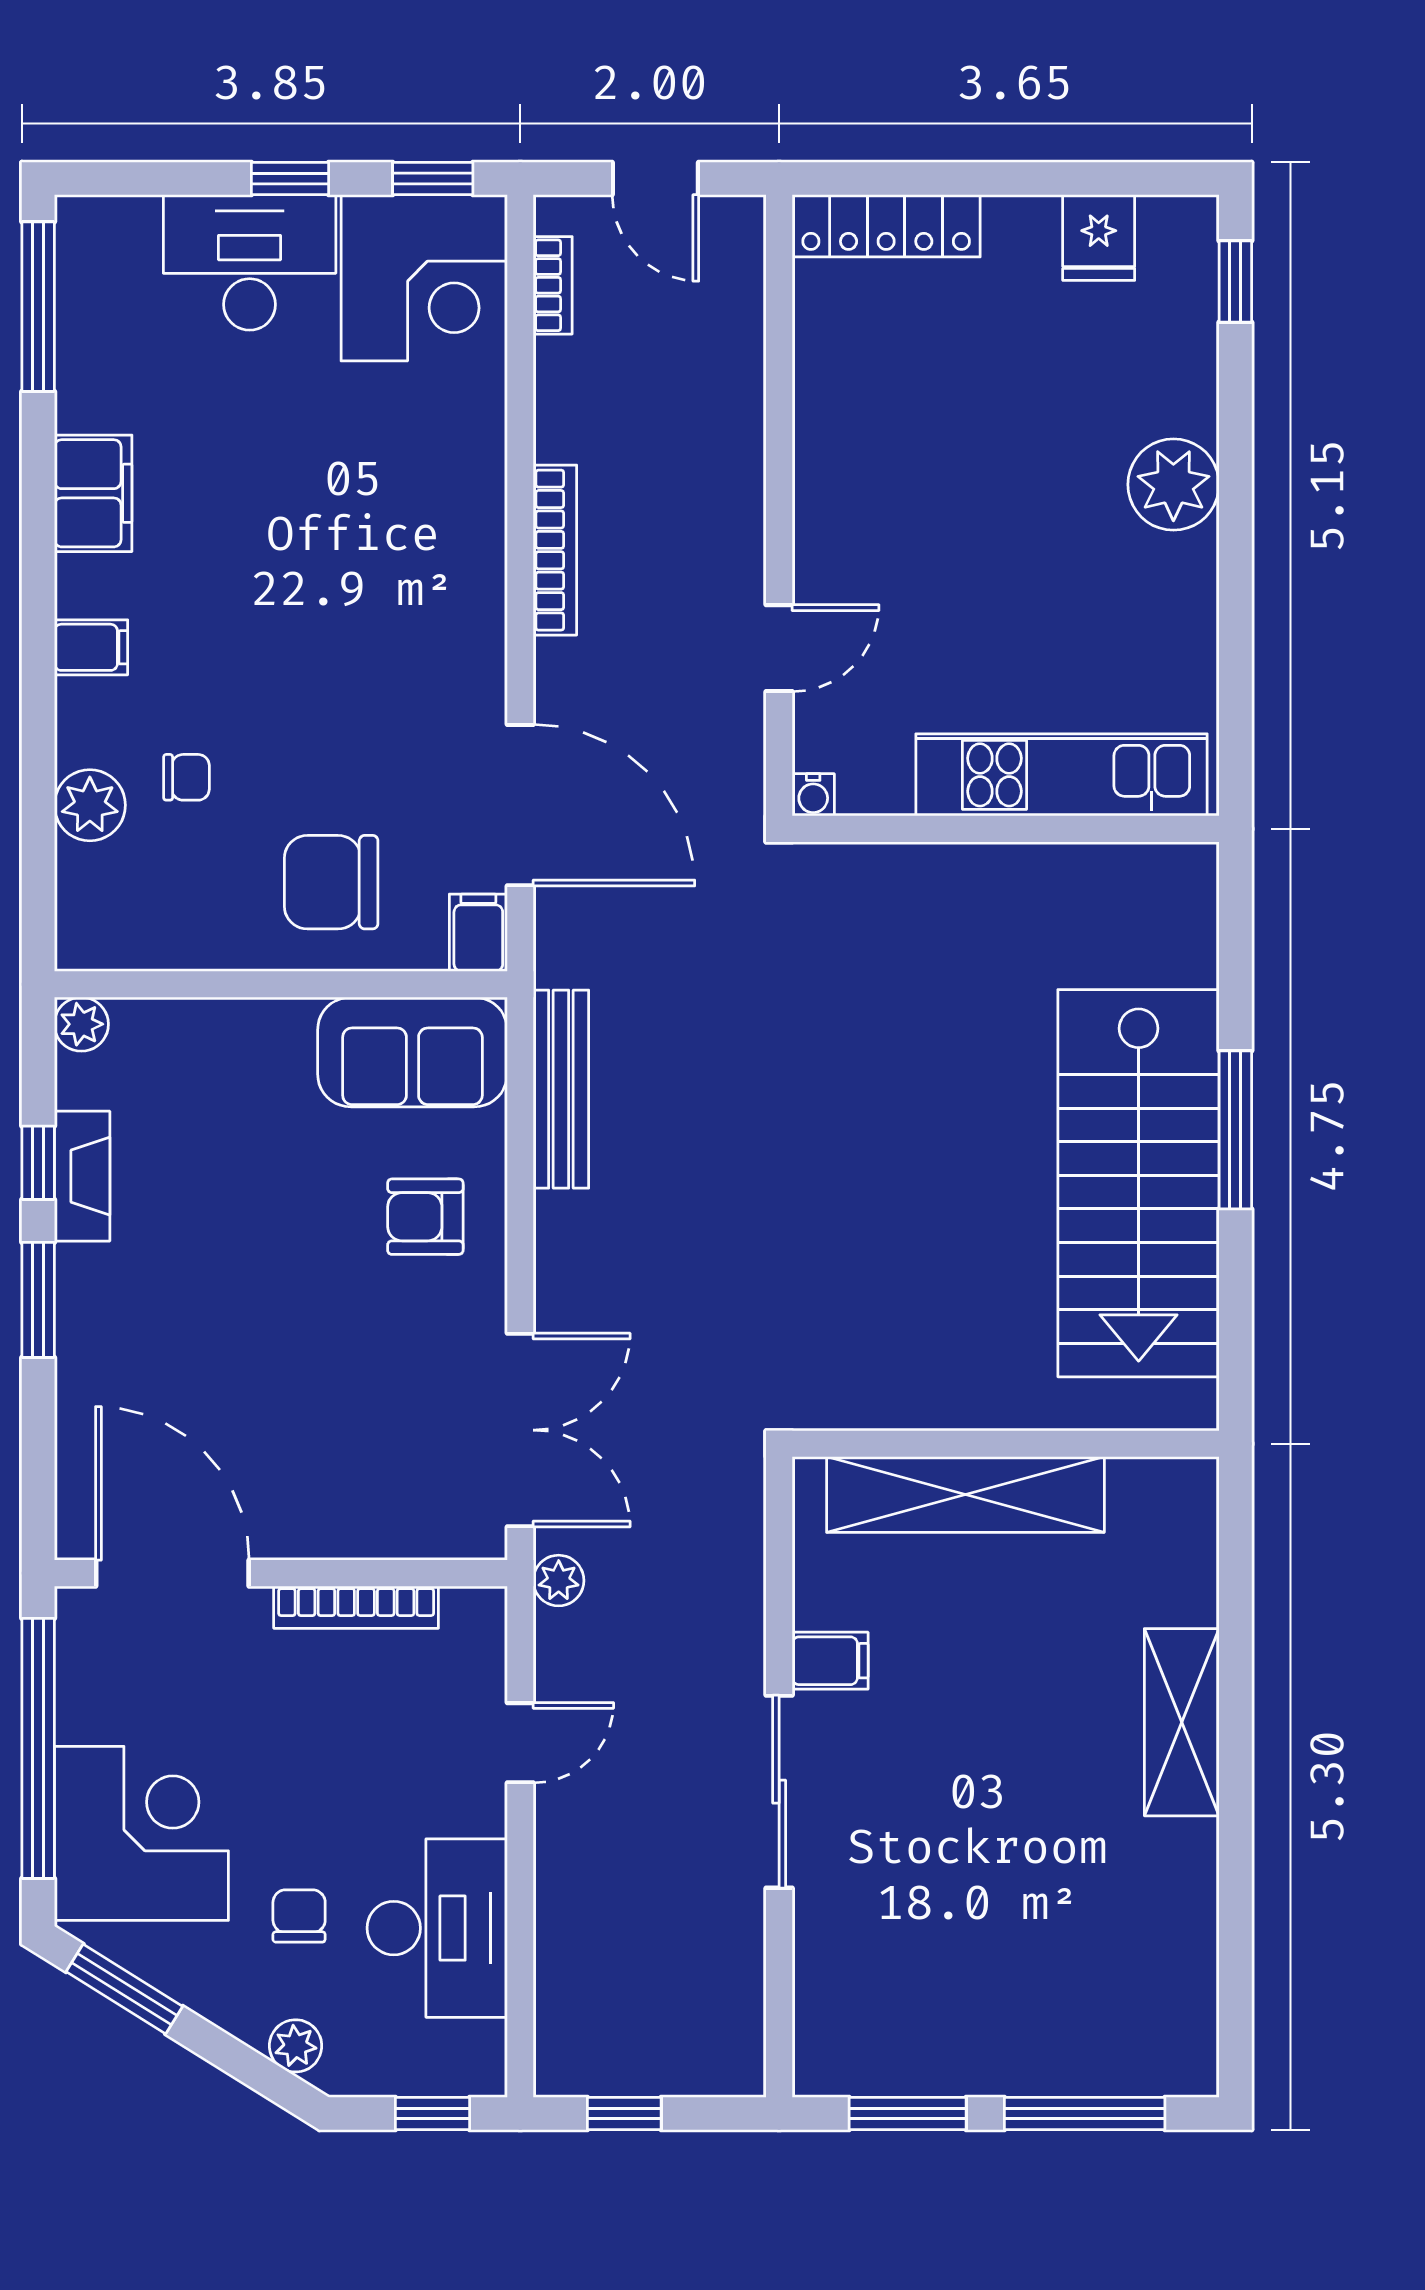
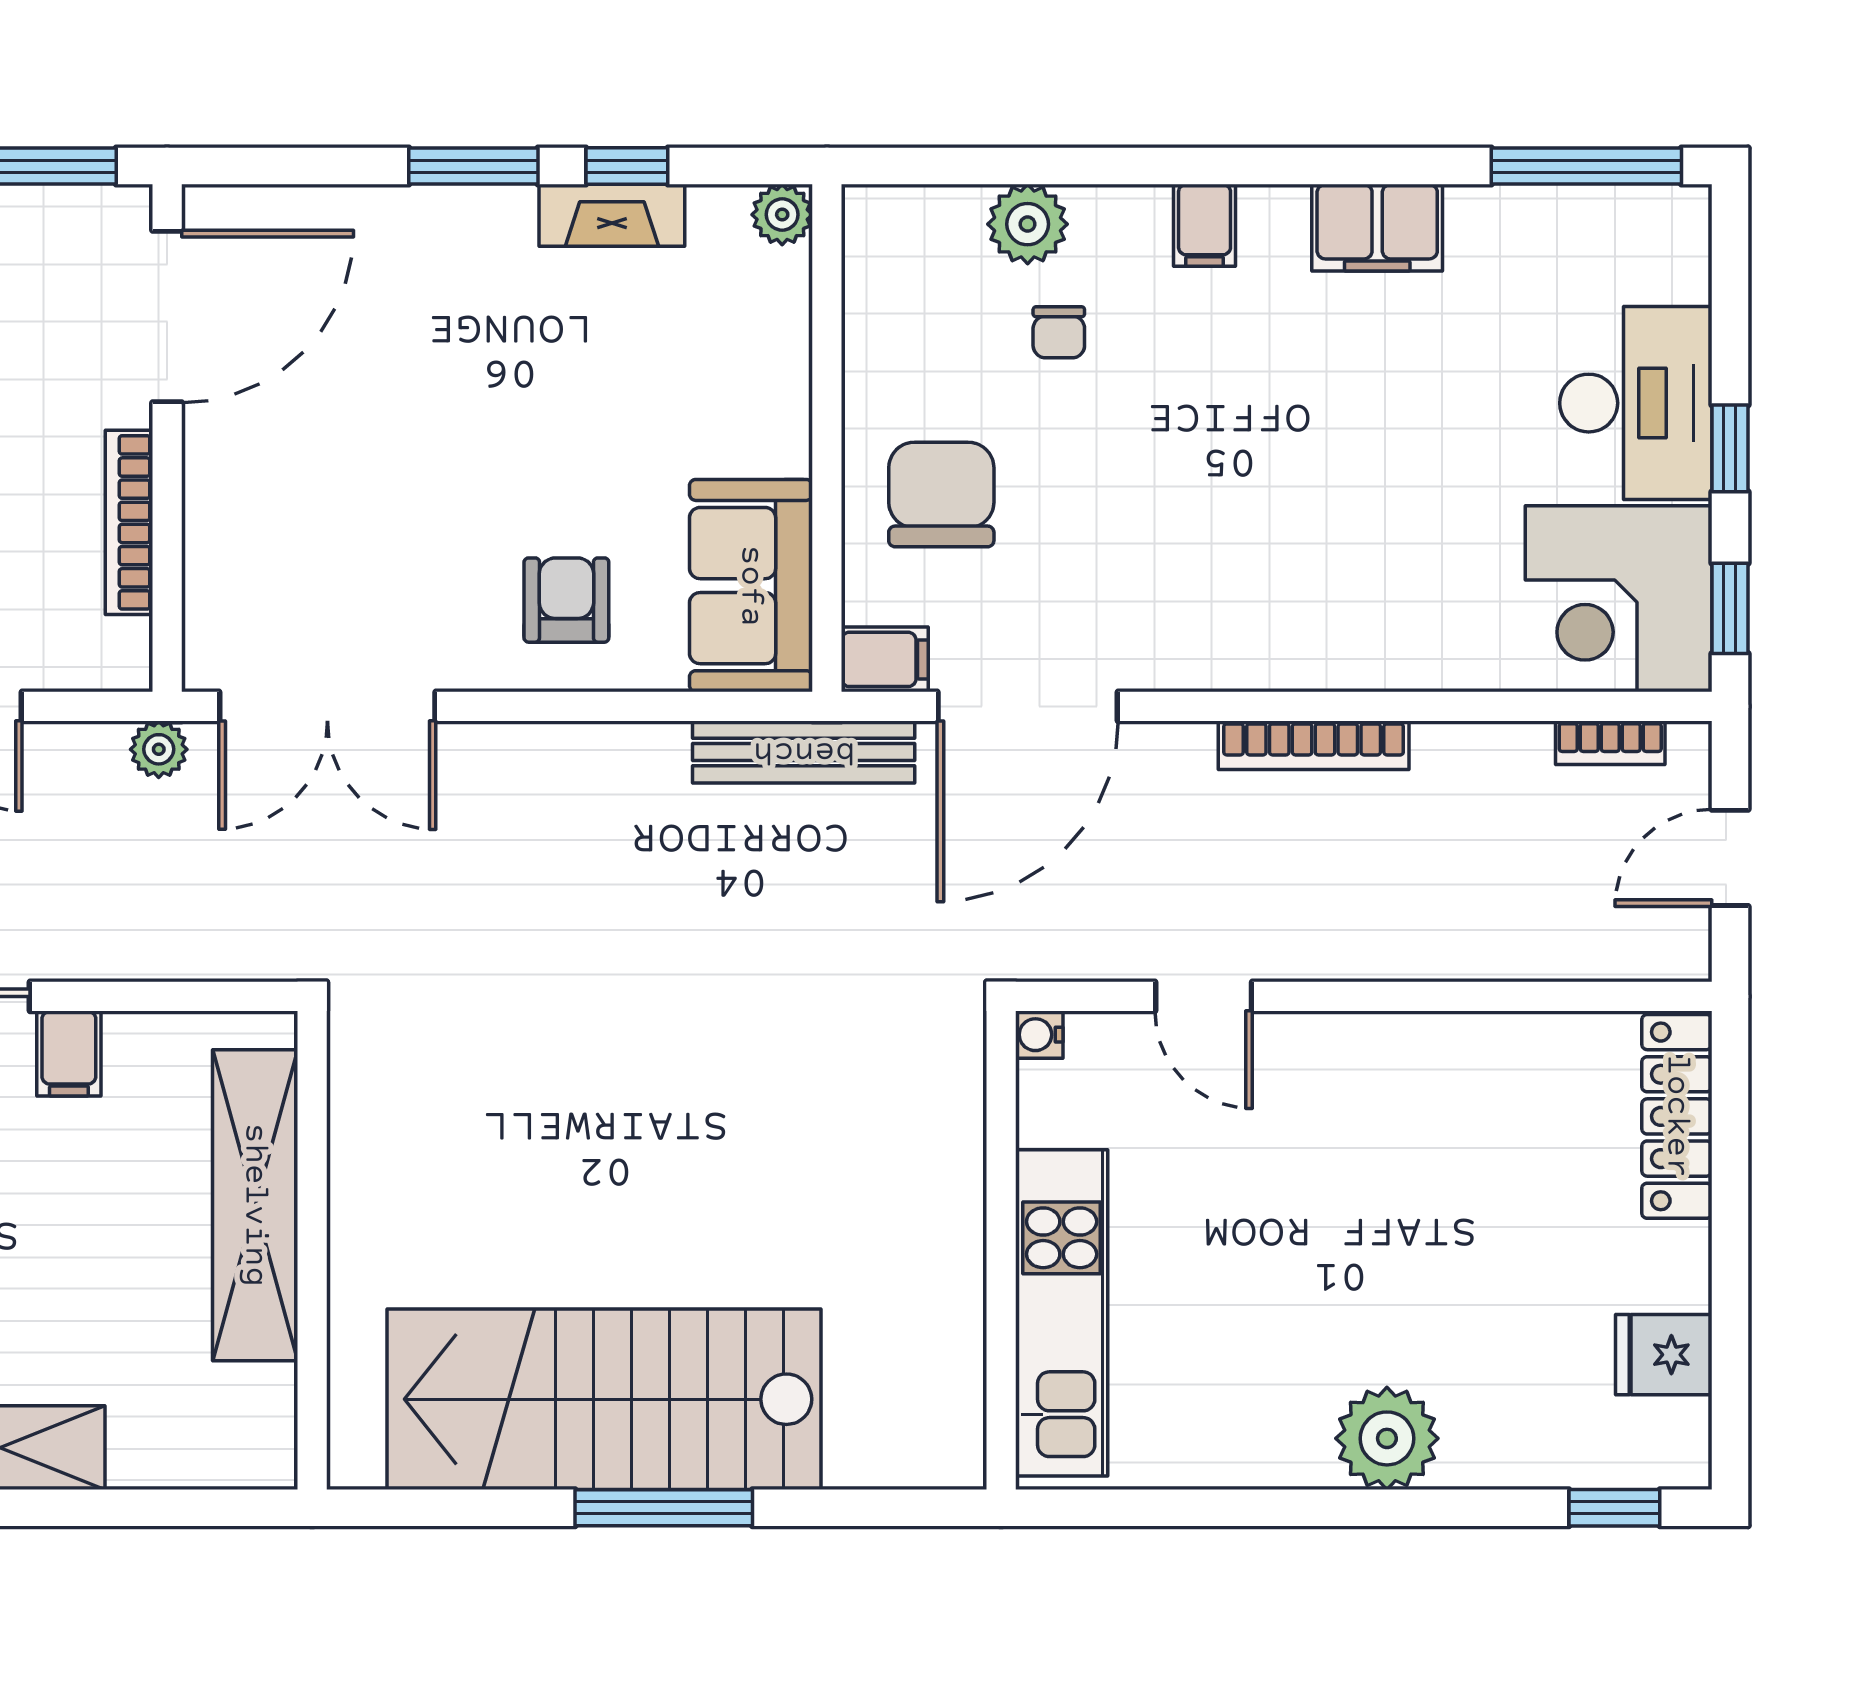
bench: (561, 1089) -> (804, 752), moved

